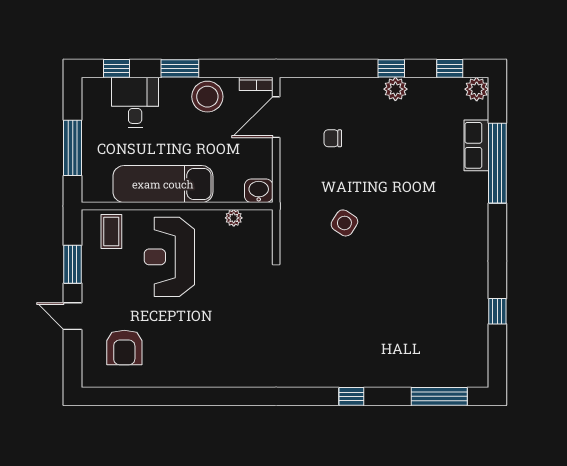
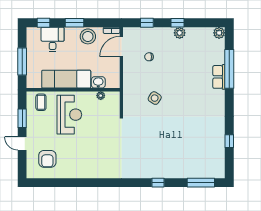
window: (450, 68) -> (147, 23), moved
row of seats: (476, 145) -> (219, 77), moved
washbasin: (259, 191) -> (98, 82), moved
reception desk: (169, 257) -> (69, 115), turned 180

